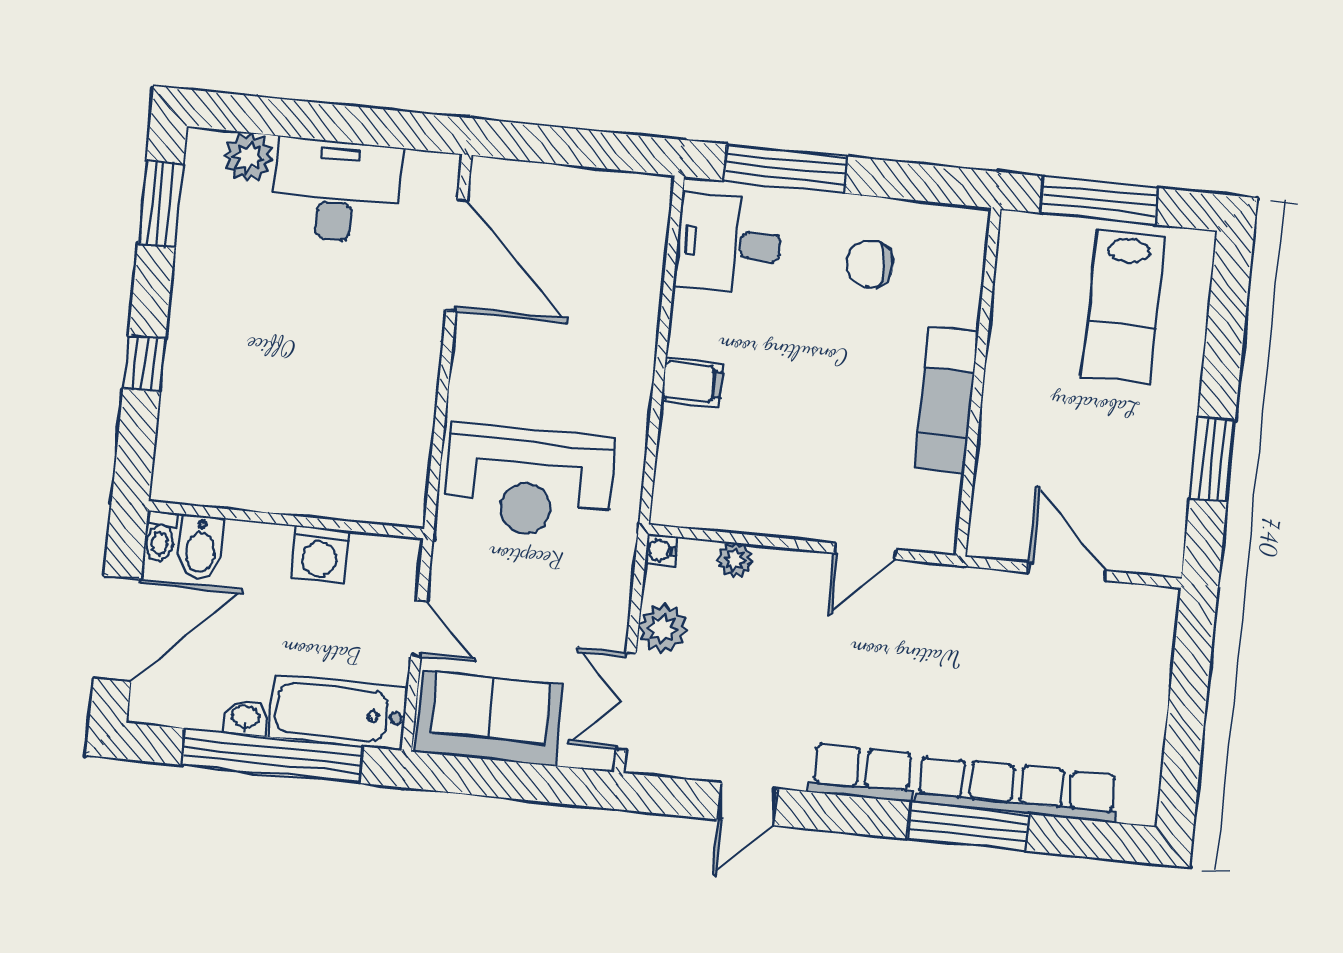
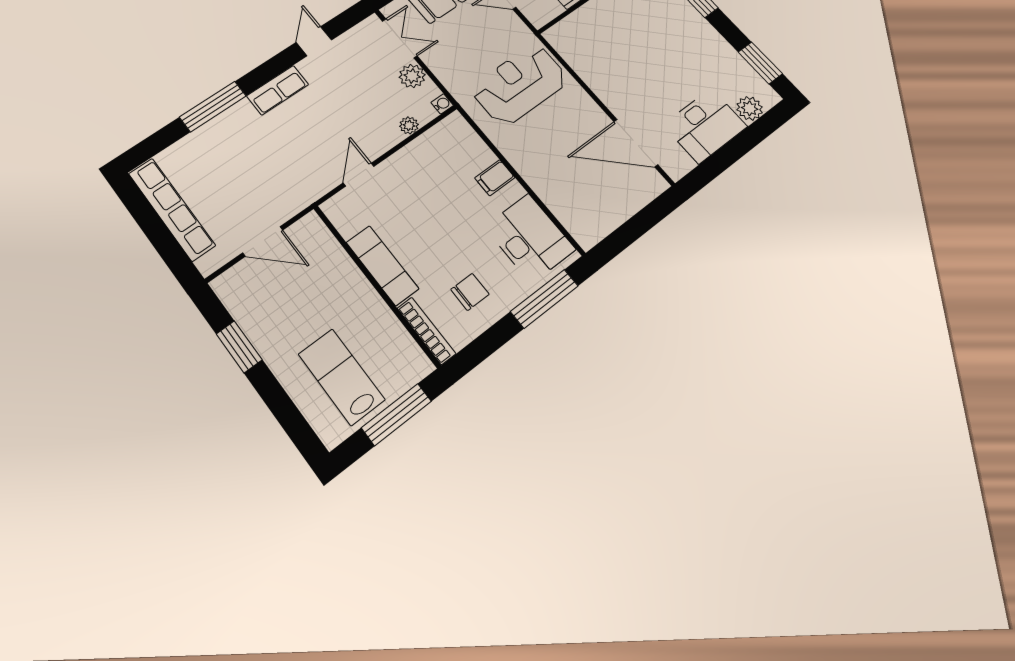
desk: (729, 244) -> (530, 238), width x1.37
bookcase: (970, 267) -> (426, 331), added
row of seats: (1017, 789) -> (172, 209), moved, turned -90

